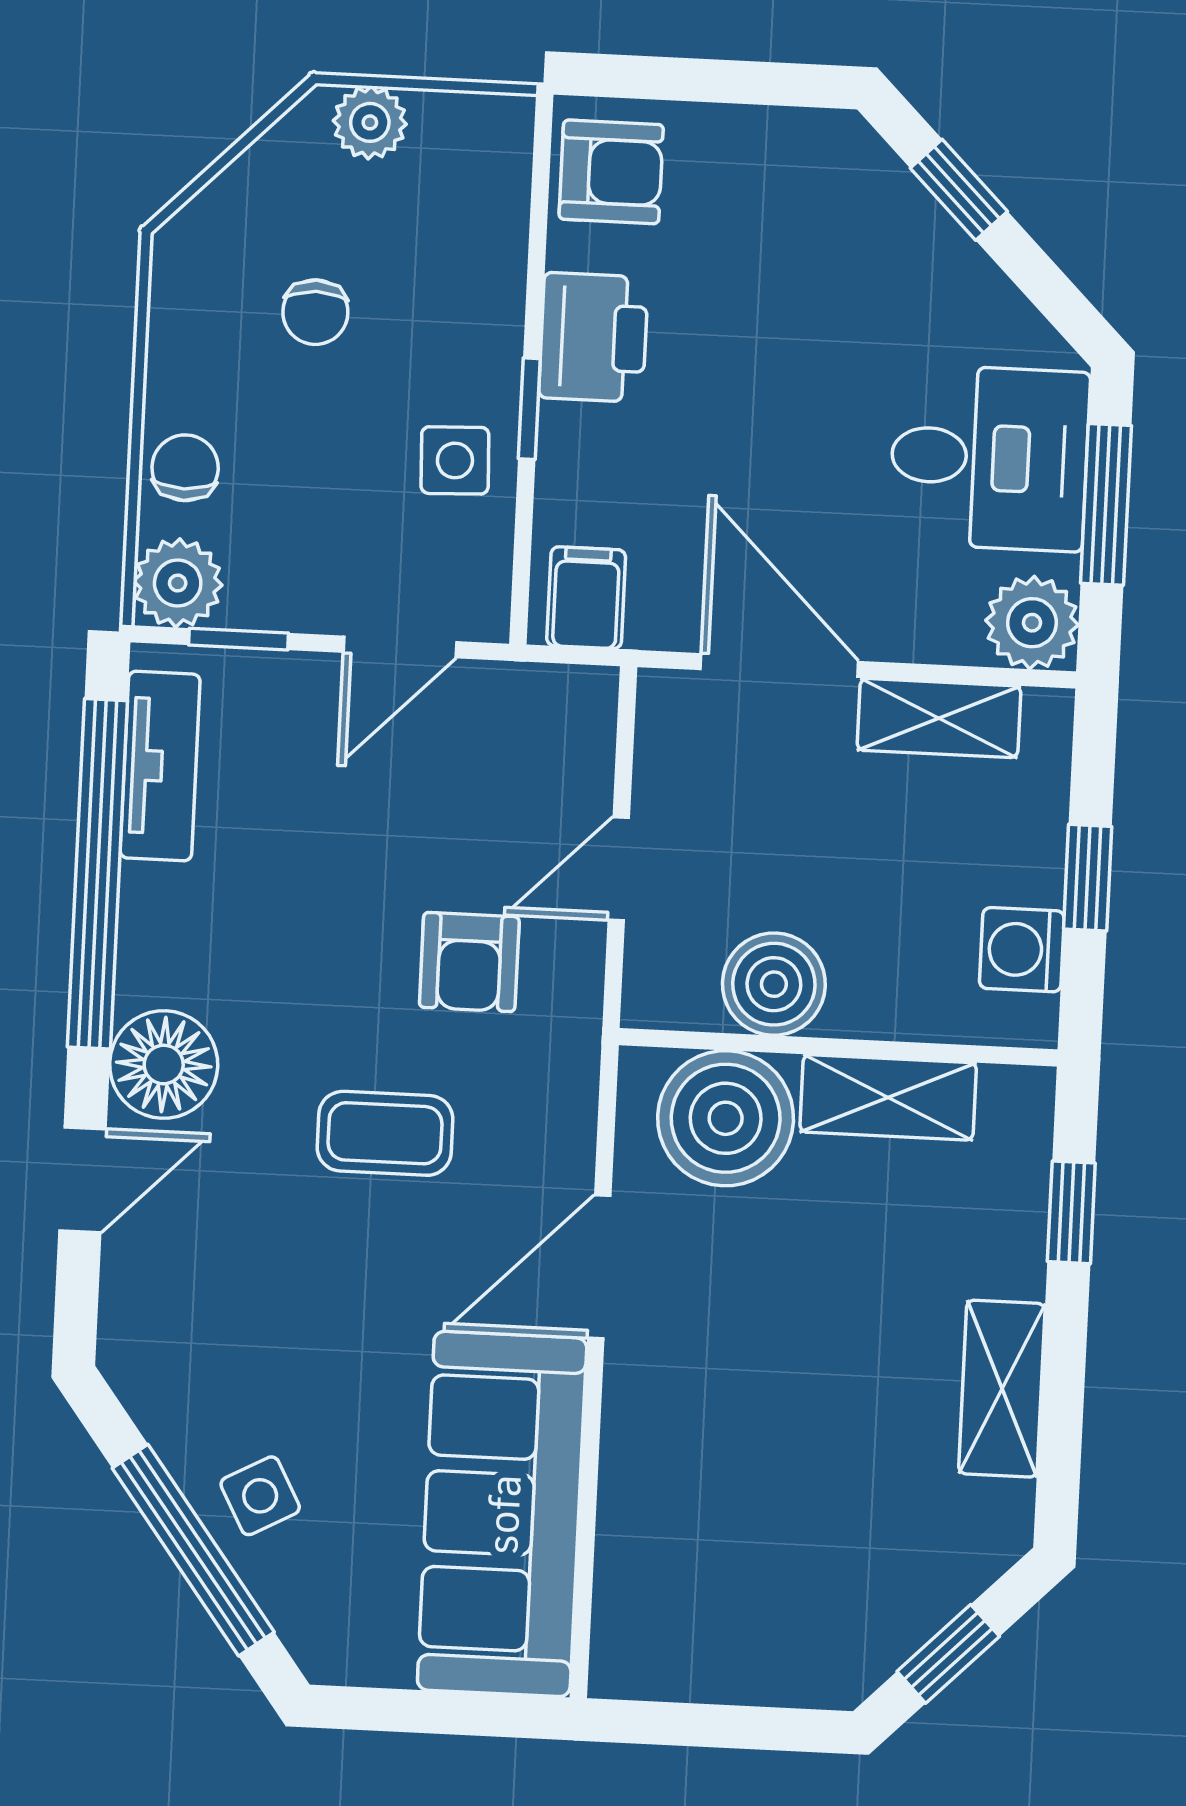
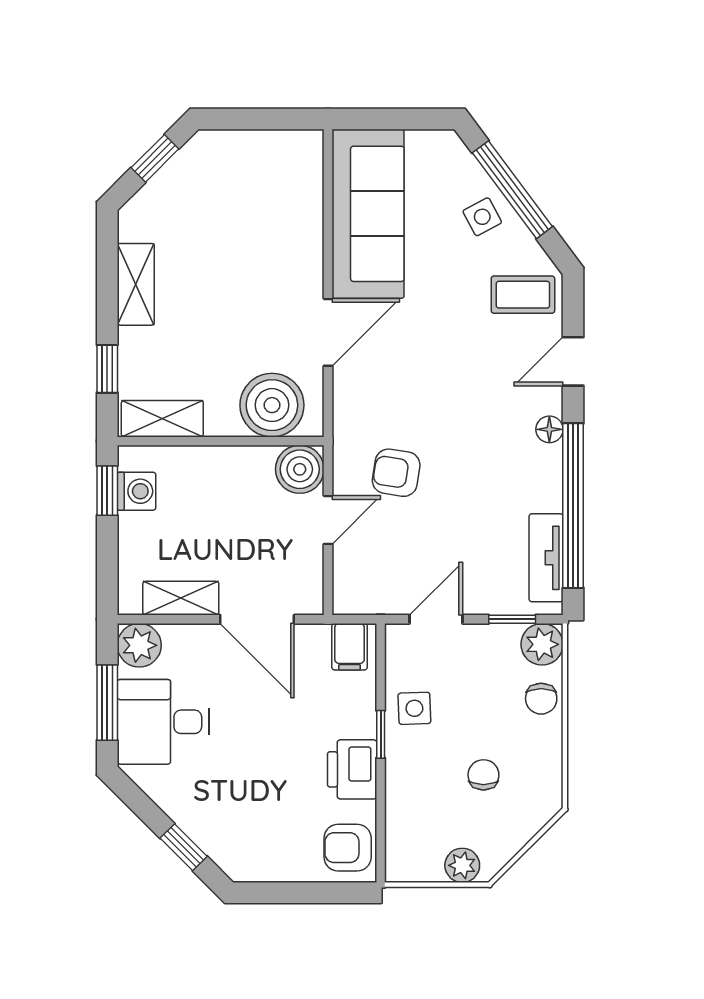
window: (1088, 878) -> (107, 491), moved
armchair: (469, 962) -> (396, 473), turned -81
boiler: (774, 984) -> (300, 469), moved
floor lamp: (164, 1065) -> (549, 429), width x0.53, depth x0.53
shelving: (888, 1097) -> (162, 419), moved
coffee table: (385, 1133) -> (523, 295), moved

